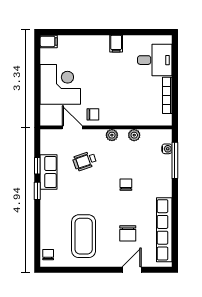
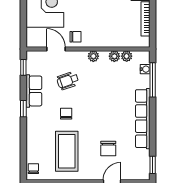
plant: (147, 135) -> (127, 56), added
window: (37, 166) -> (23, 67), moved
chair: (126, 185) -> (66, 114), moved
row of seats: (164, 230) -> (143, 119), moved
window: (175, 251) -> (153, 165), added

